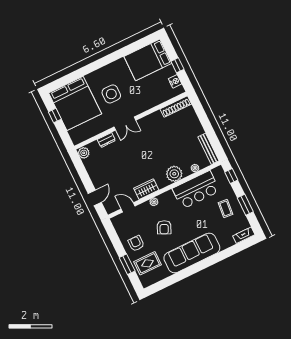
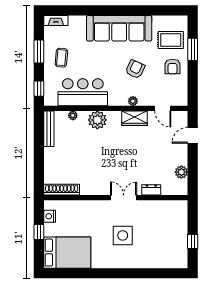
bed: (75, 103) -> (165, 244), removed
plant: (84, 153) -> (181, 172), moved

